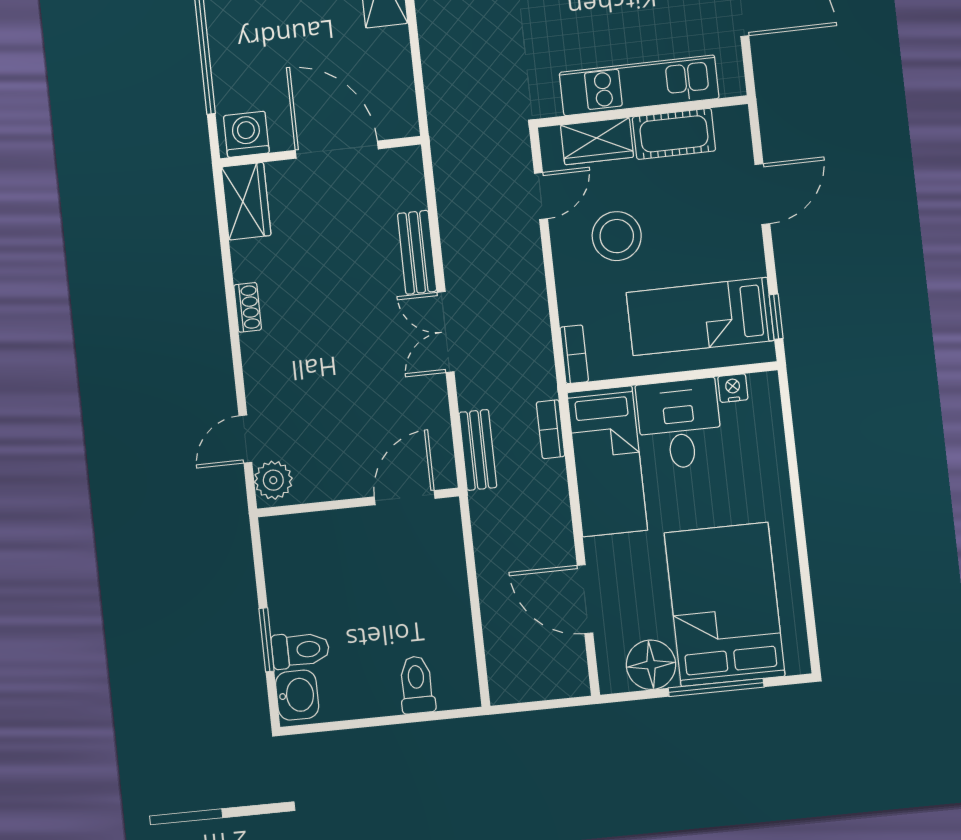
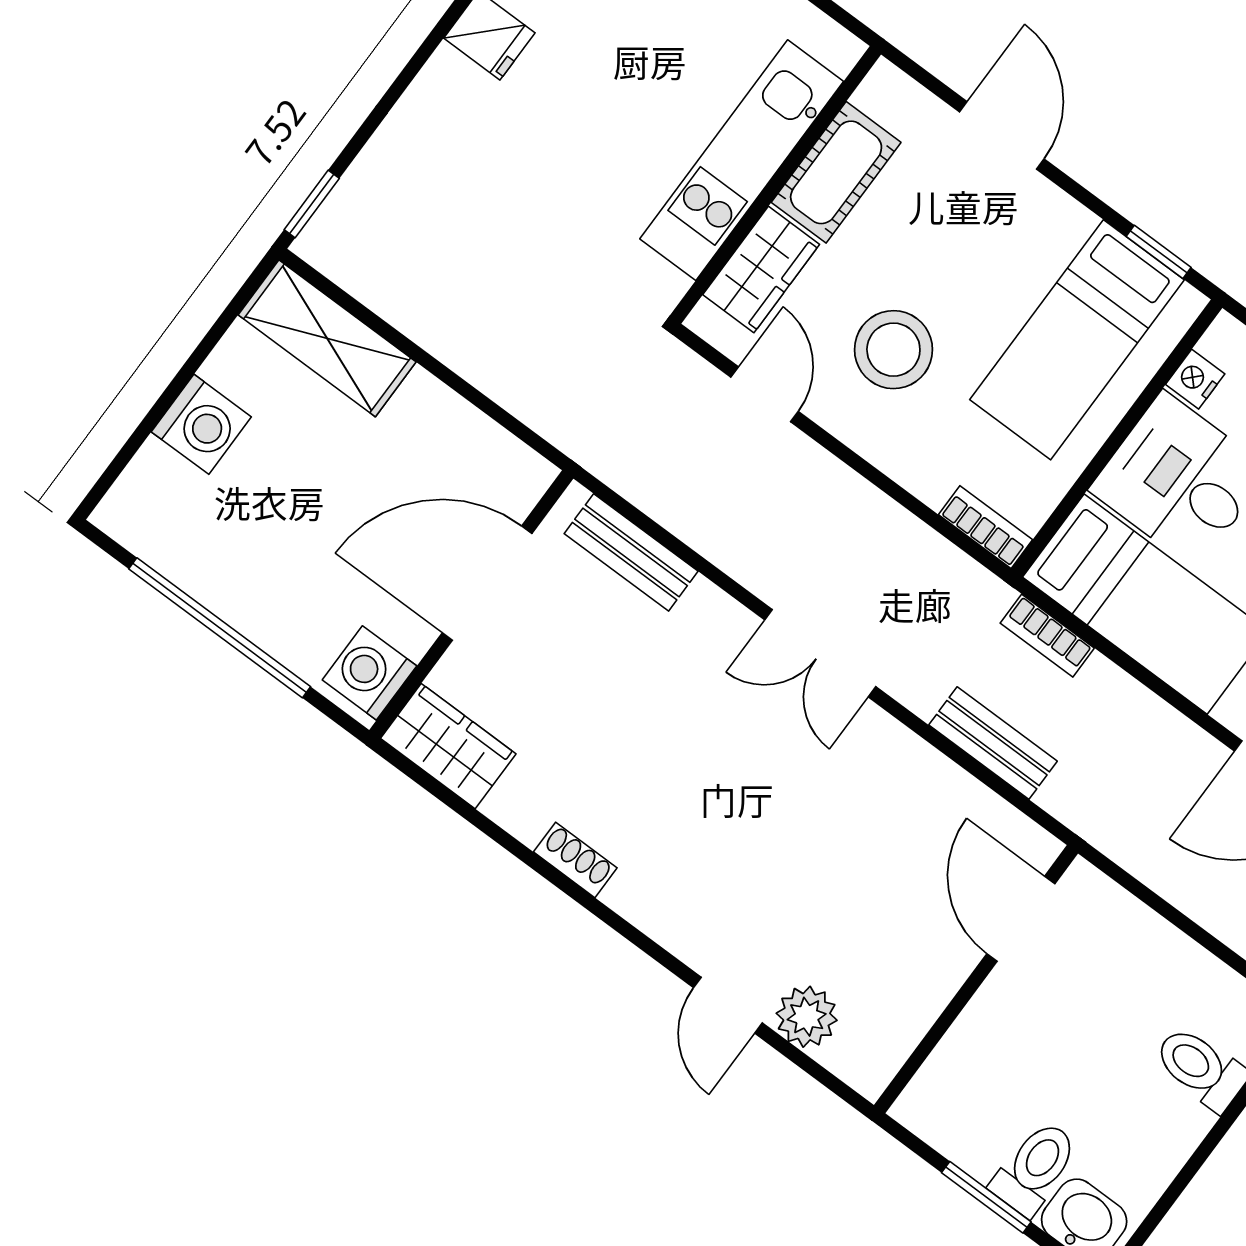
bench: (417, 252) -> (631, 552), moved
door: (405, 498) -> (1021, 919), moved
wall: (358, 502) -> (976, 979), moved

